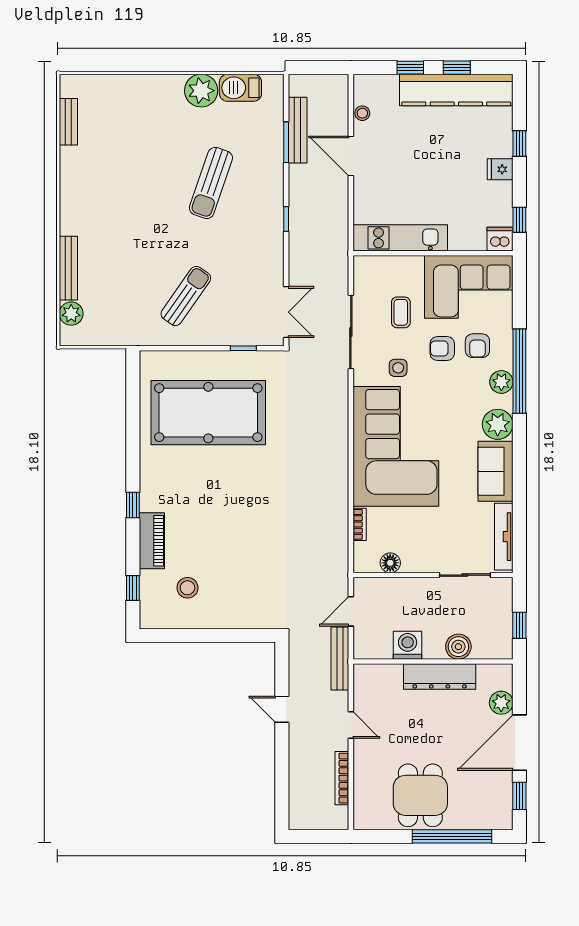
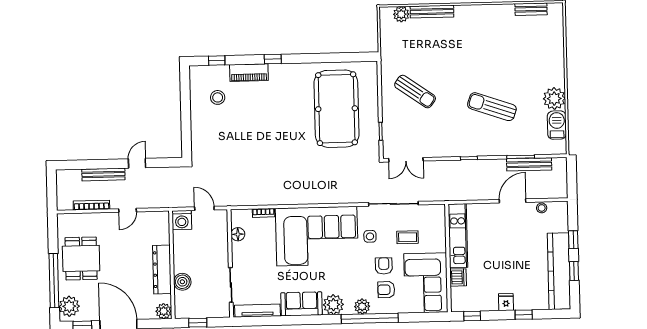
dishwasher: (500, 239) -> (458, 277), moved
washing machine: (408, 645) -> (182, 220), moved, turned 90
bench: (340, 659) -> (103, 175), moved
plant: (501, 703) -> (164, 311), moved
dining table: (420, 795) -> (81, 258), turned 90
plant: (491, 815) -> (69, 306), added

